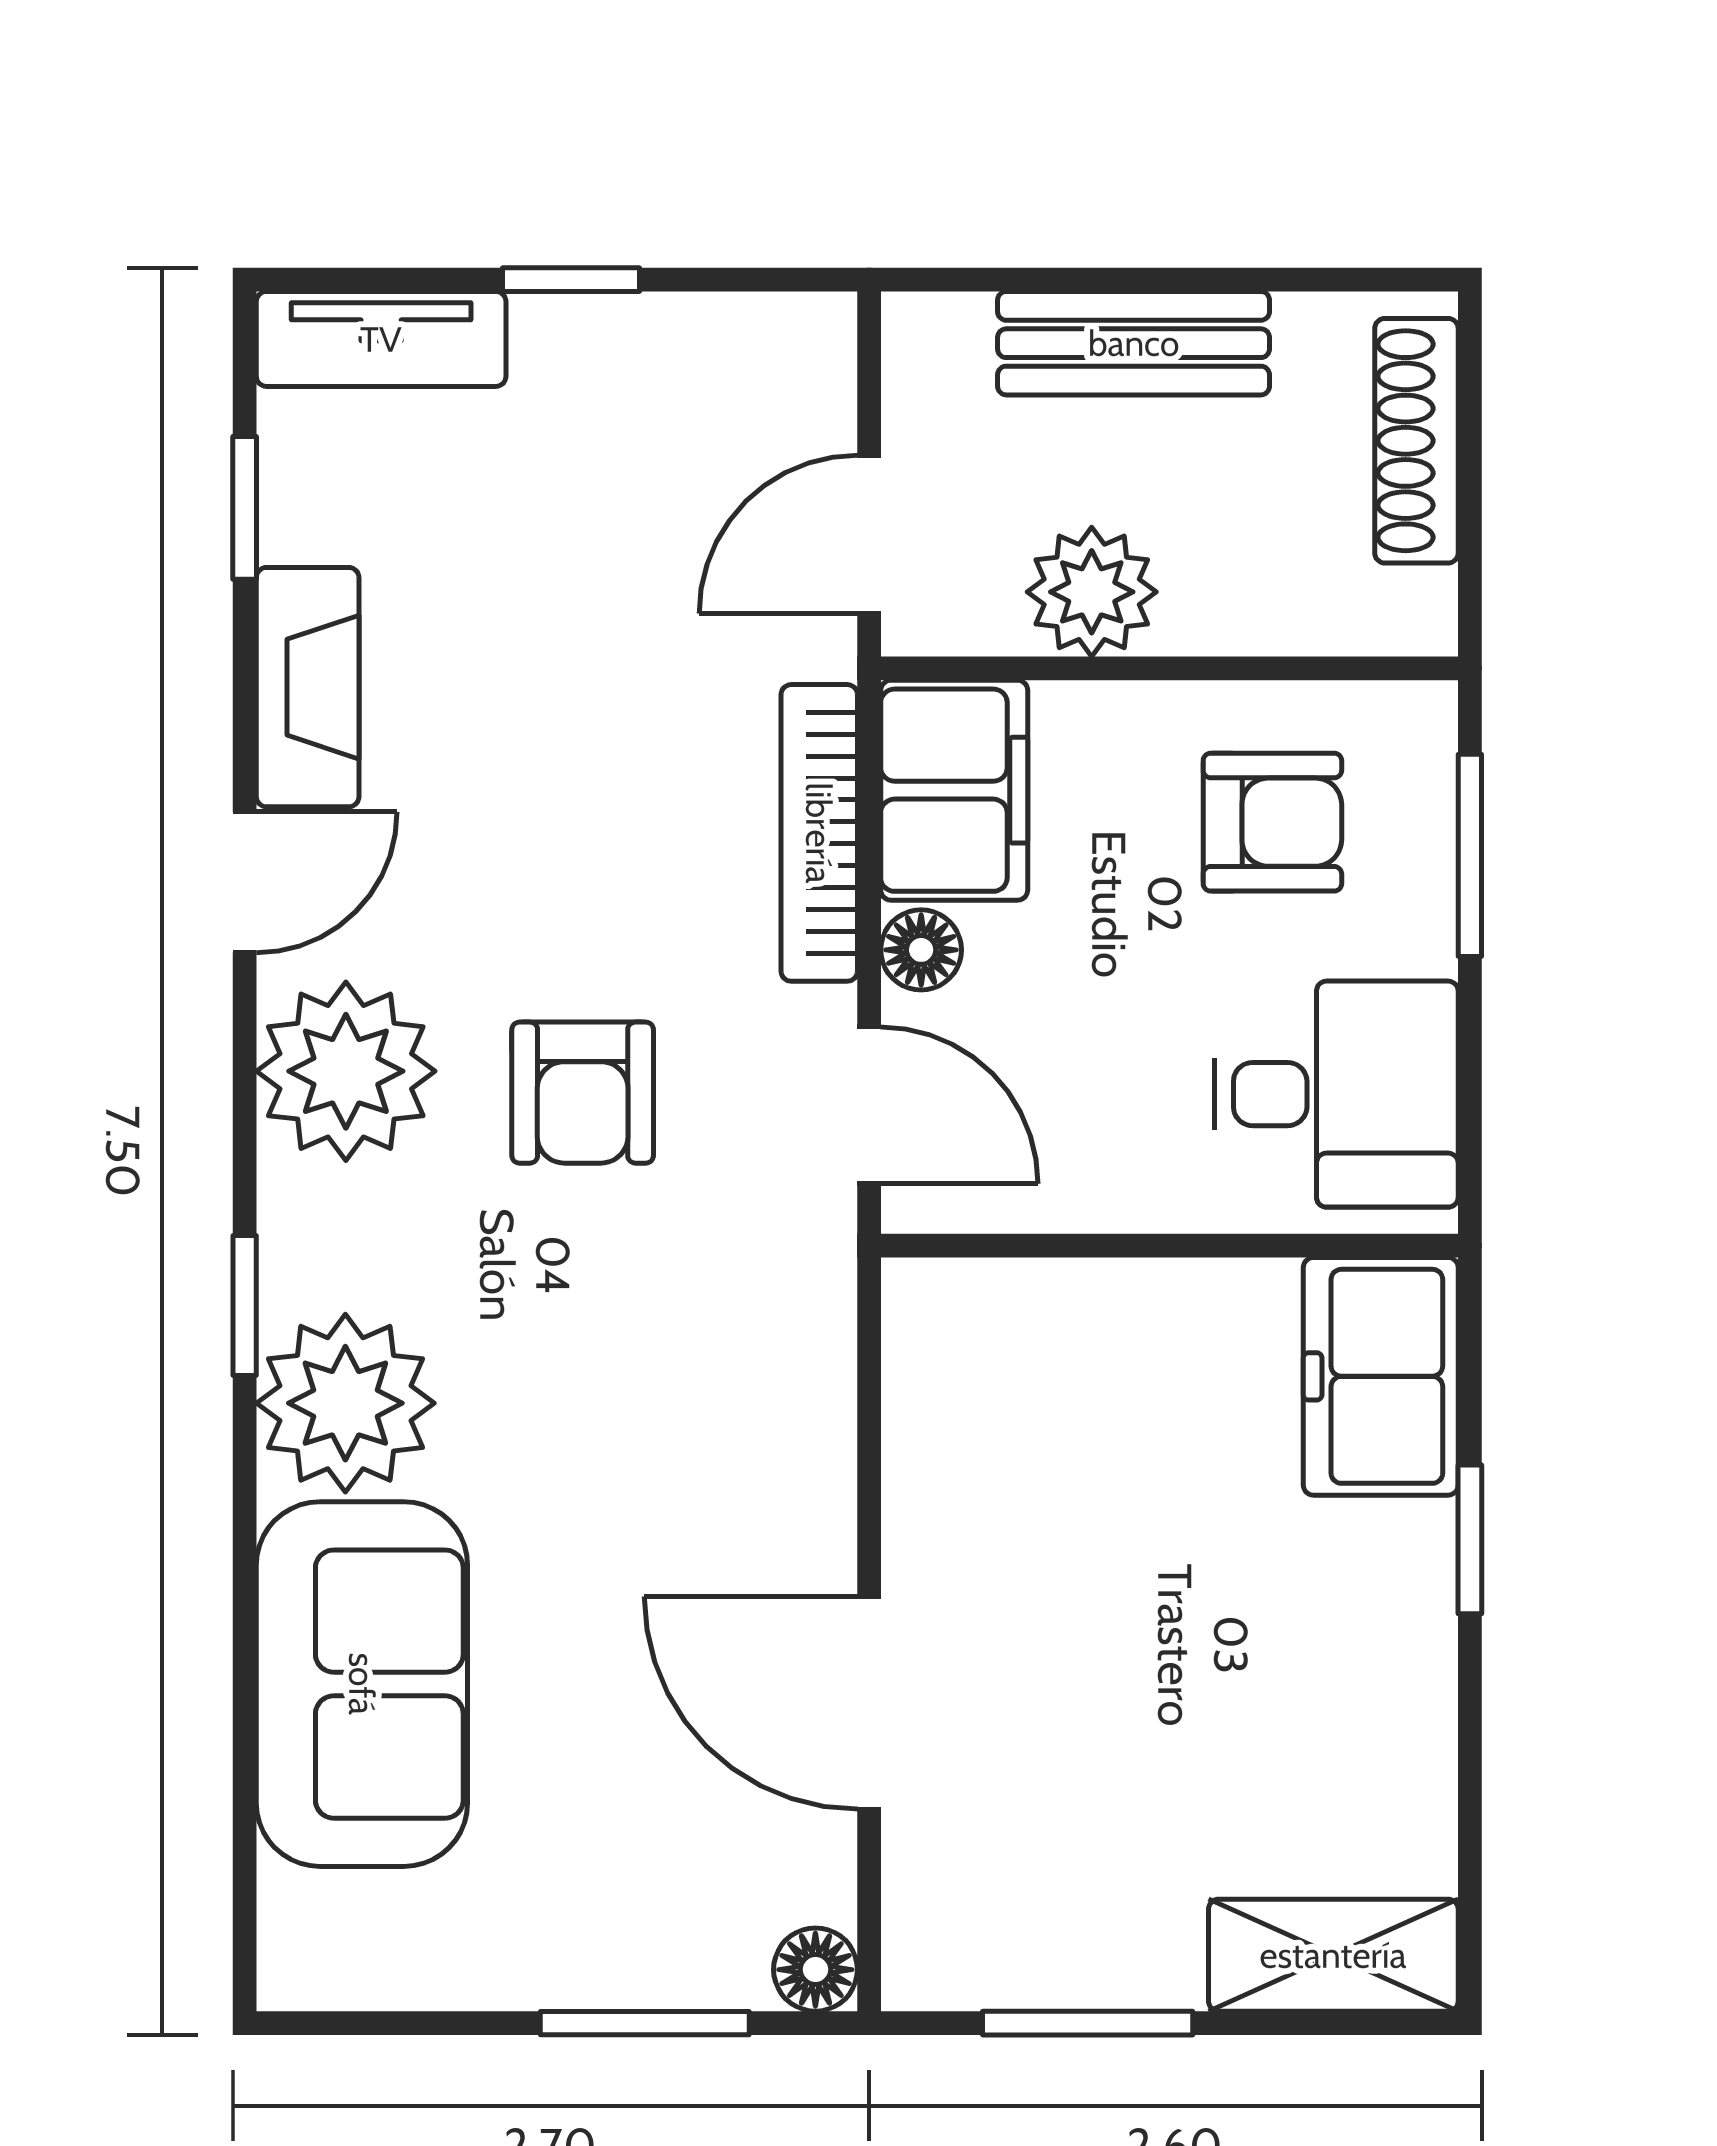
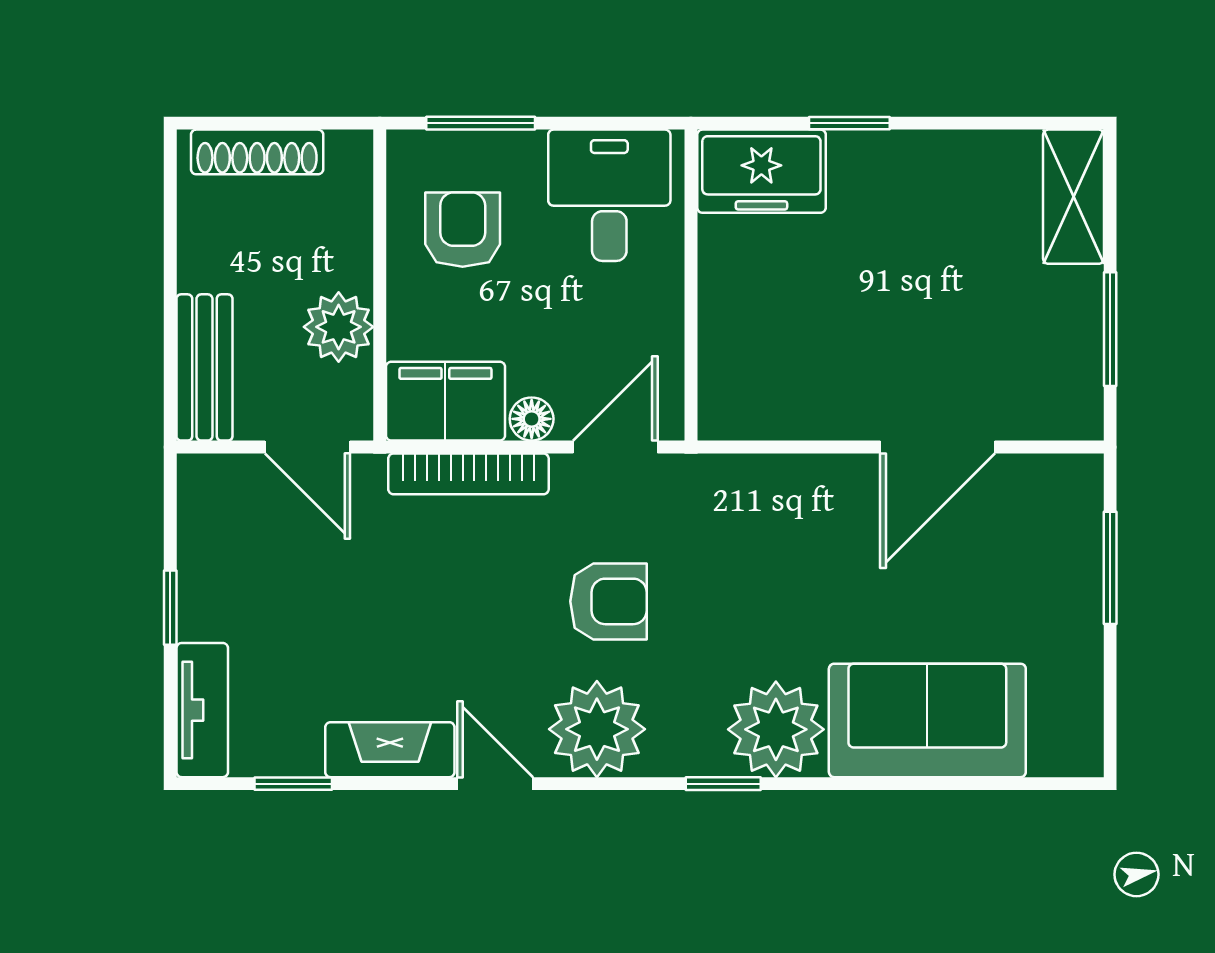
bench: (1134, 343) -> (204, 367), moved
floor lamp: (815, 1970) -> (1081, 476), removed

